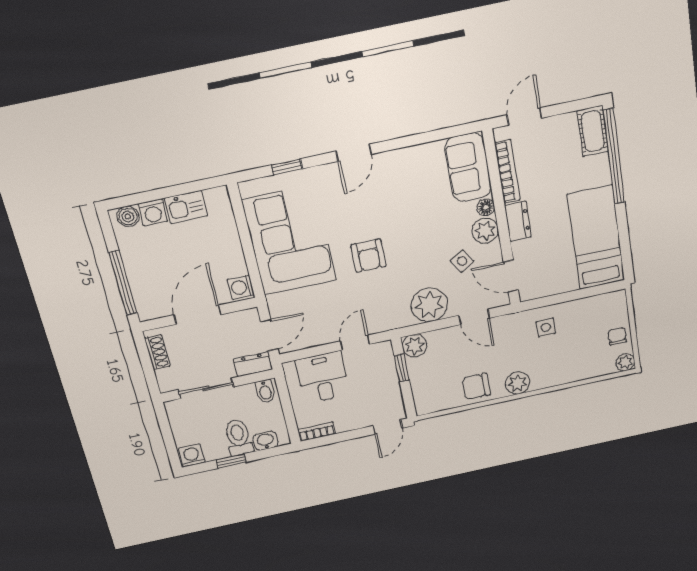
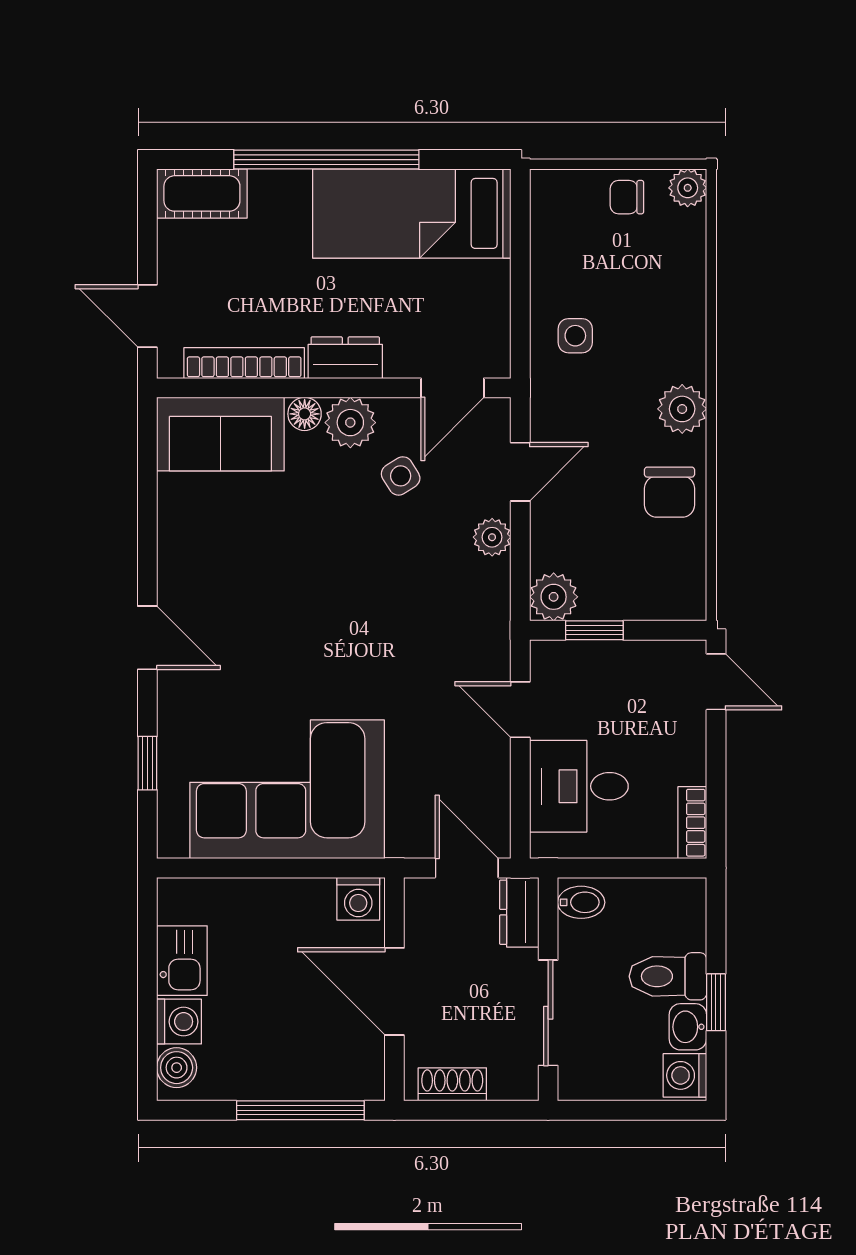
window: (614, 157) -> (326, 160), moved
armchair: (368, 256) -> (350, 650), removed
plant: (429, 305) -> (492, 537), width x0.53, depth x0.53
washbasin: (266, 441) -> (688, 1027), moved

